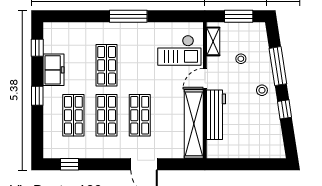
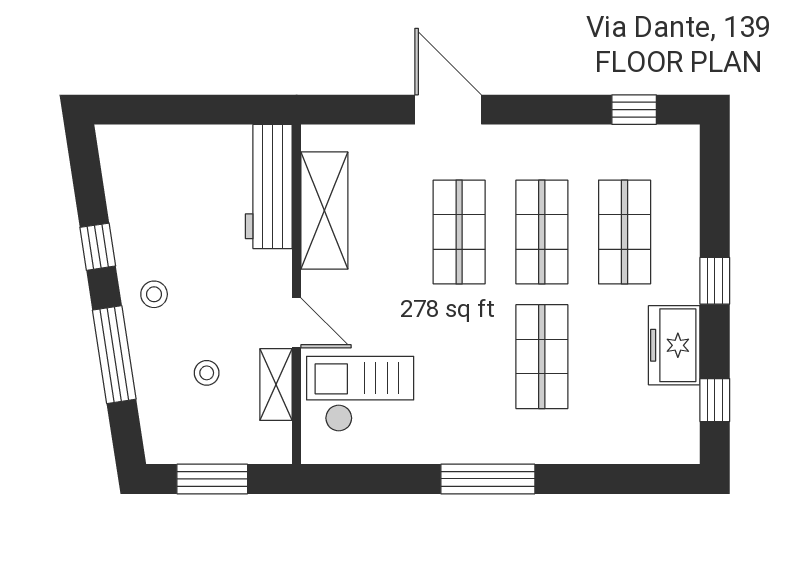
shelving: (213, 41) -> (276, 385), moved
door: (205, 79) -> (297, 323), hinge flipped
workbench: (216, 115) -> (269, 187), moved
shelving: (194, 124) -> (324, 211), width x0.68

